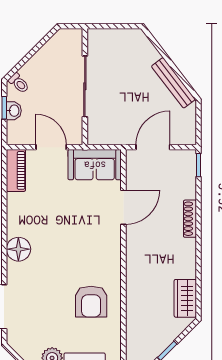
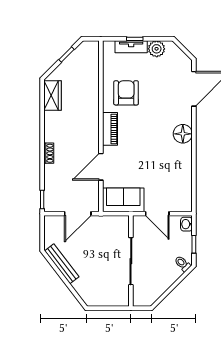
washbasin: (14, 111) -> (186, 224), moved
piano: (16, 170) -> (110, 129), moved, turned 180
shoe rack: (190, 219) -> (49, 153), width x0.70

